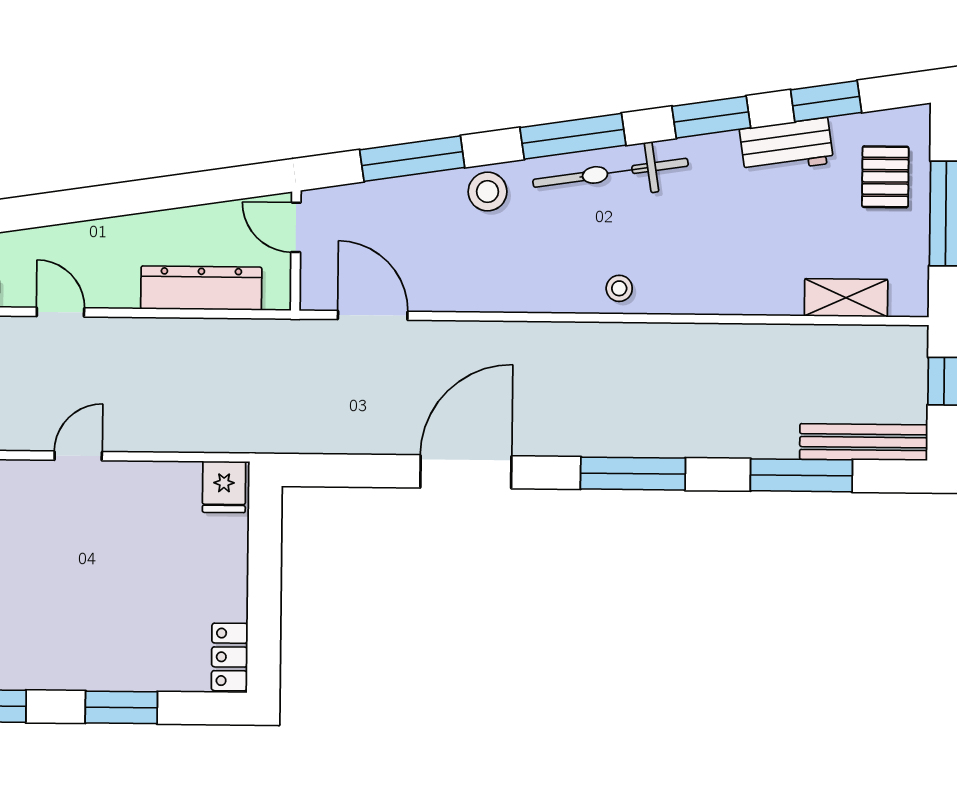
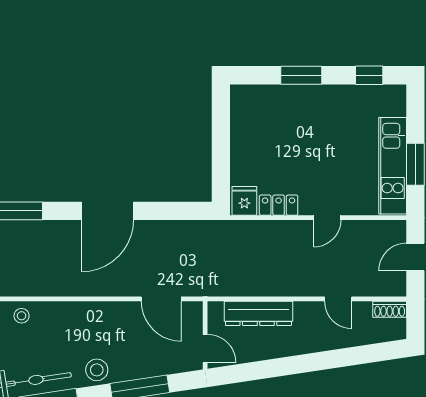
locker: (230, 657) -> (279, 205), moved, turned -90

